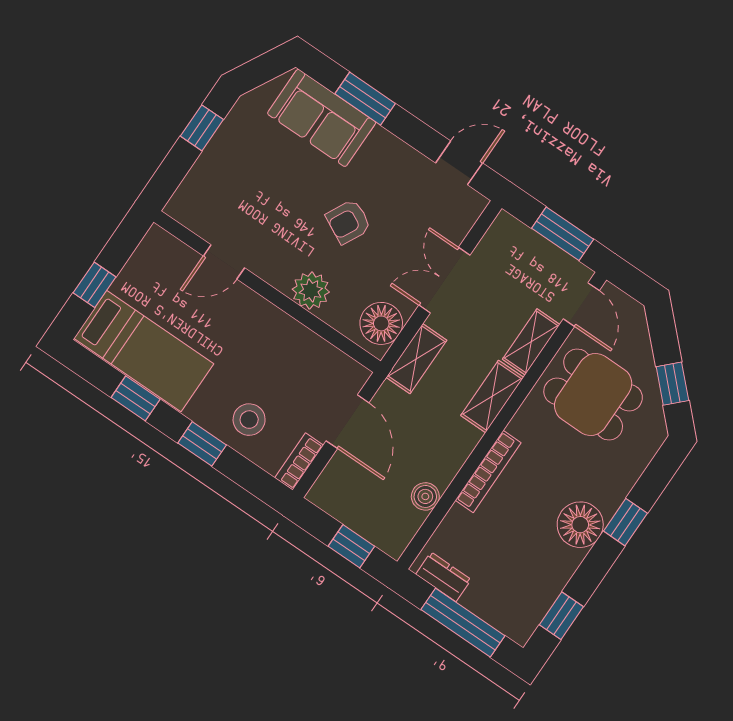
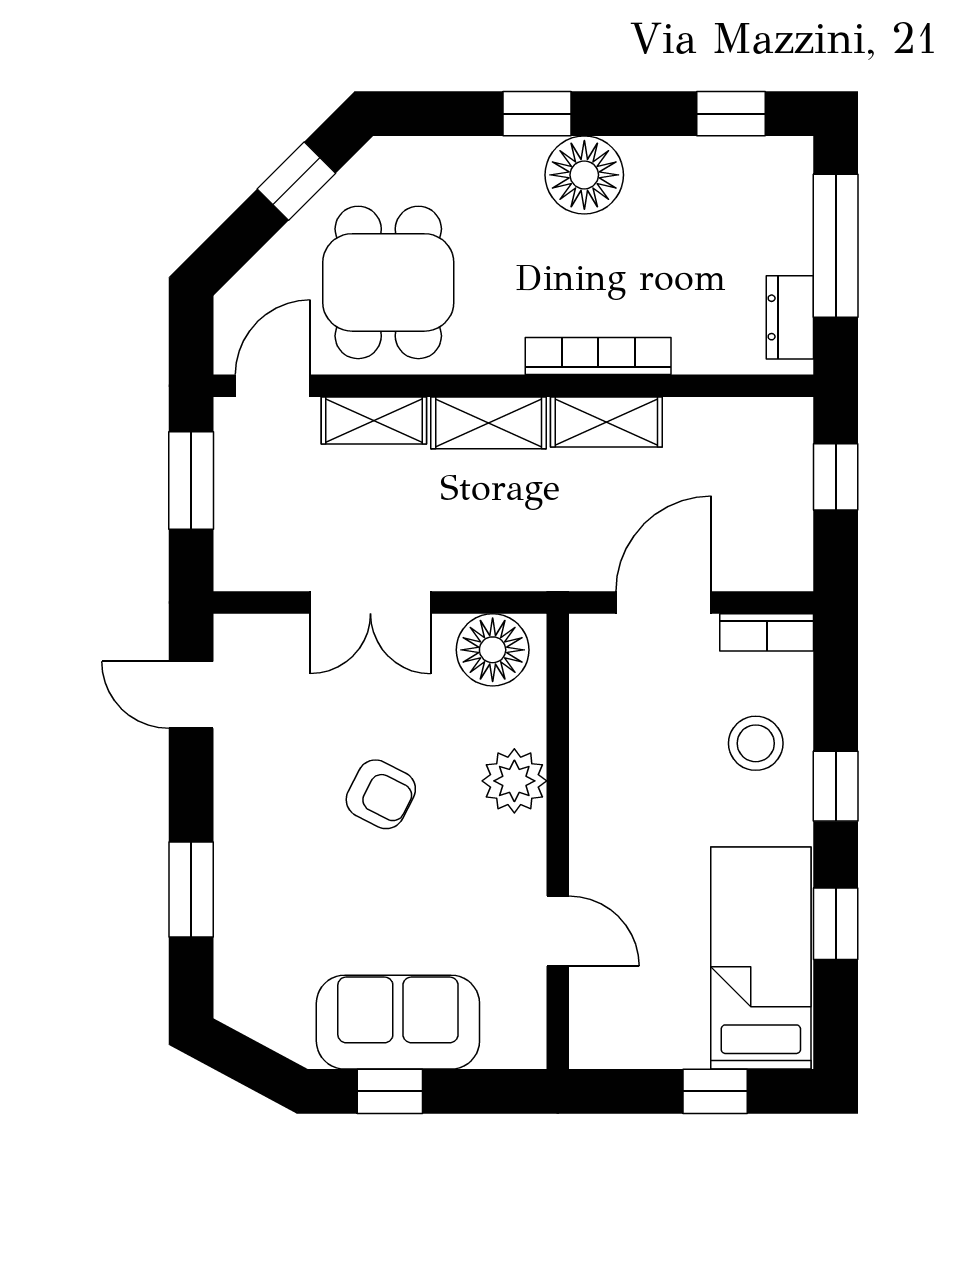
sofa: (322, 118) -> (398, 1022), moved, turned -90
shelving: (416, 359) -> (606, 422), moved
boiler: (425, 496) -> (694, 421), removed

